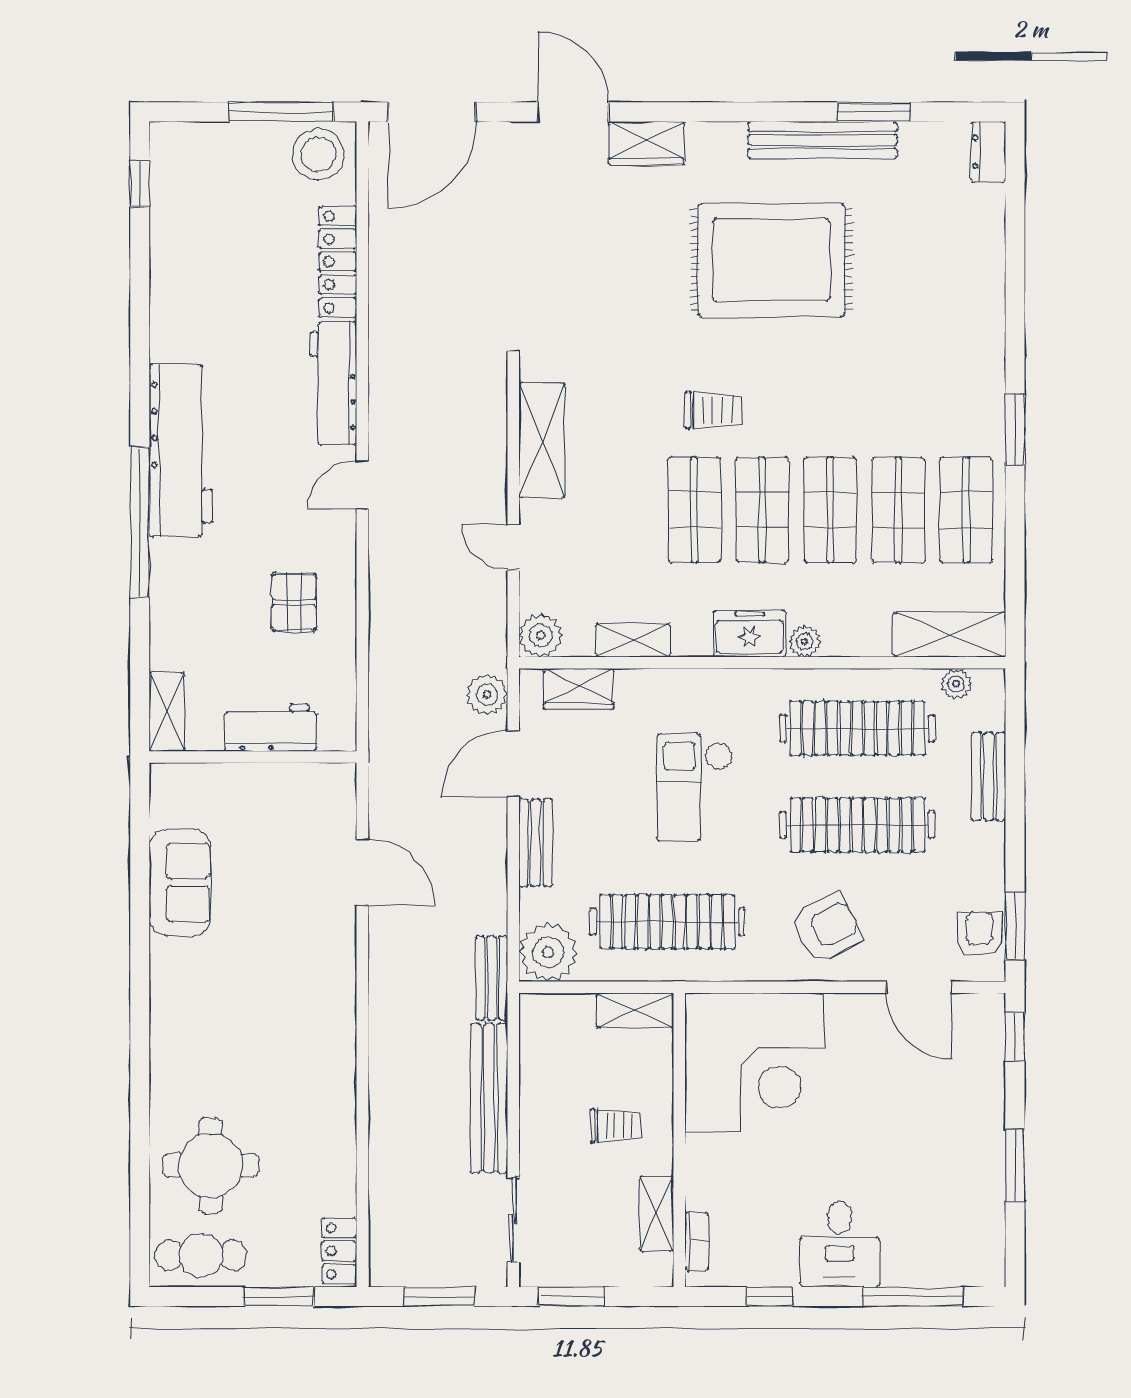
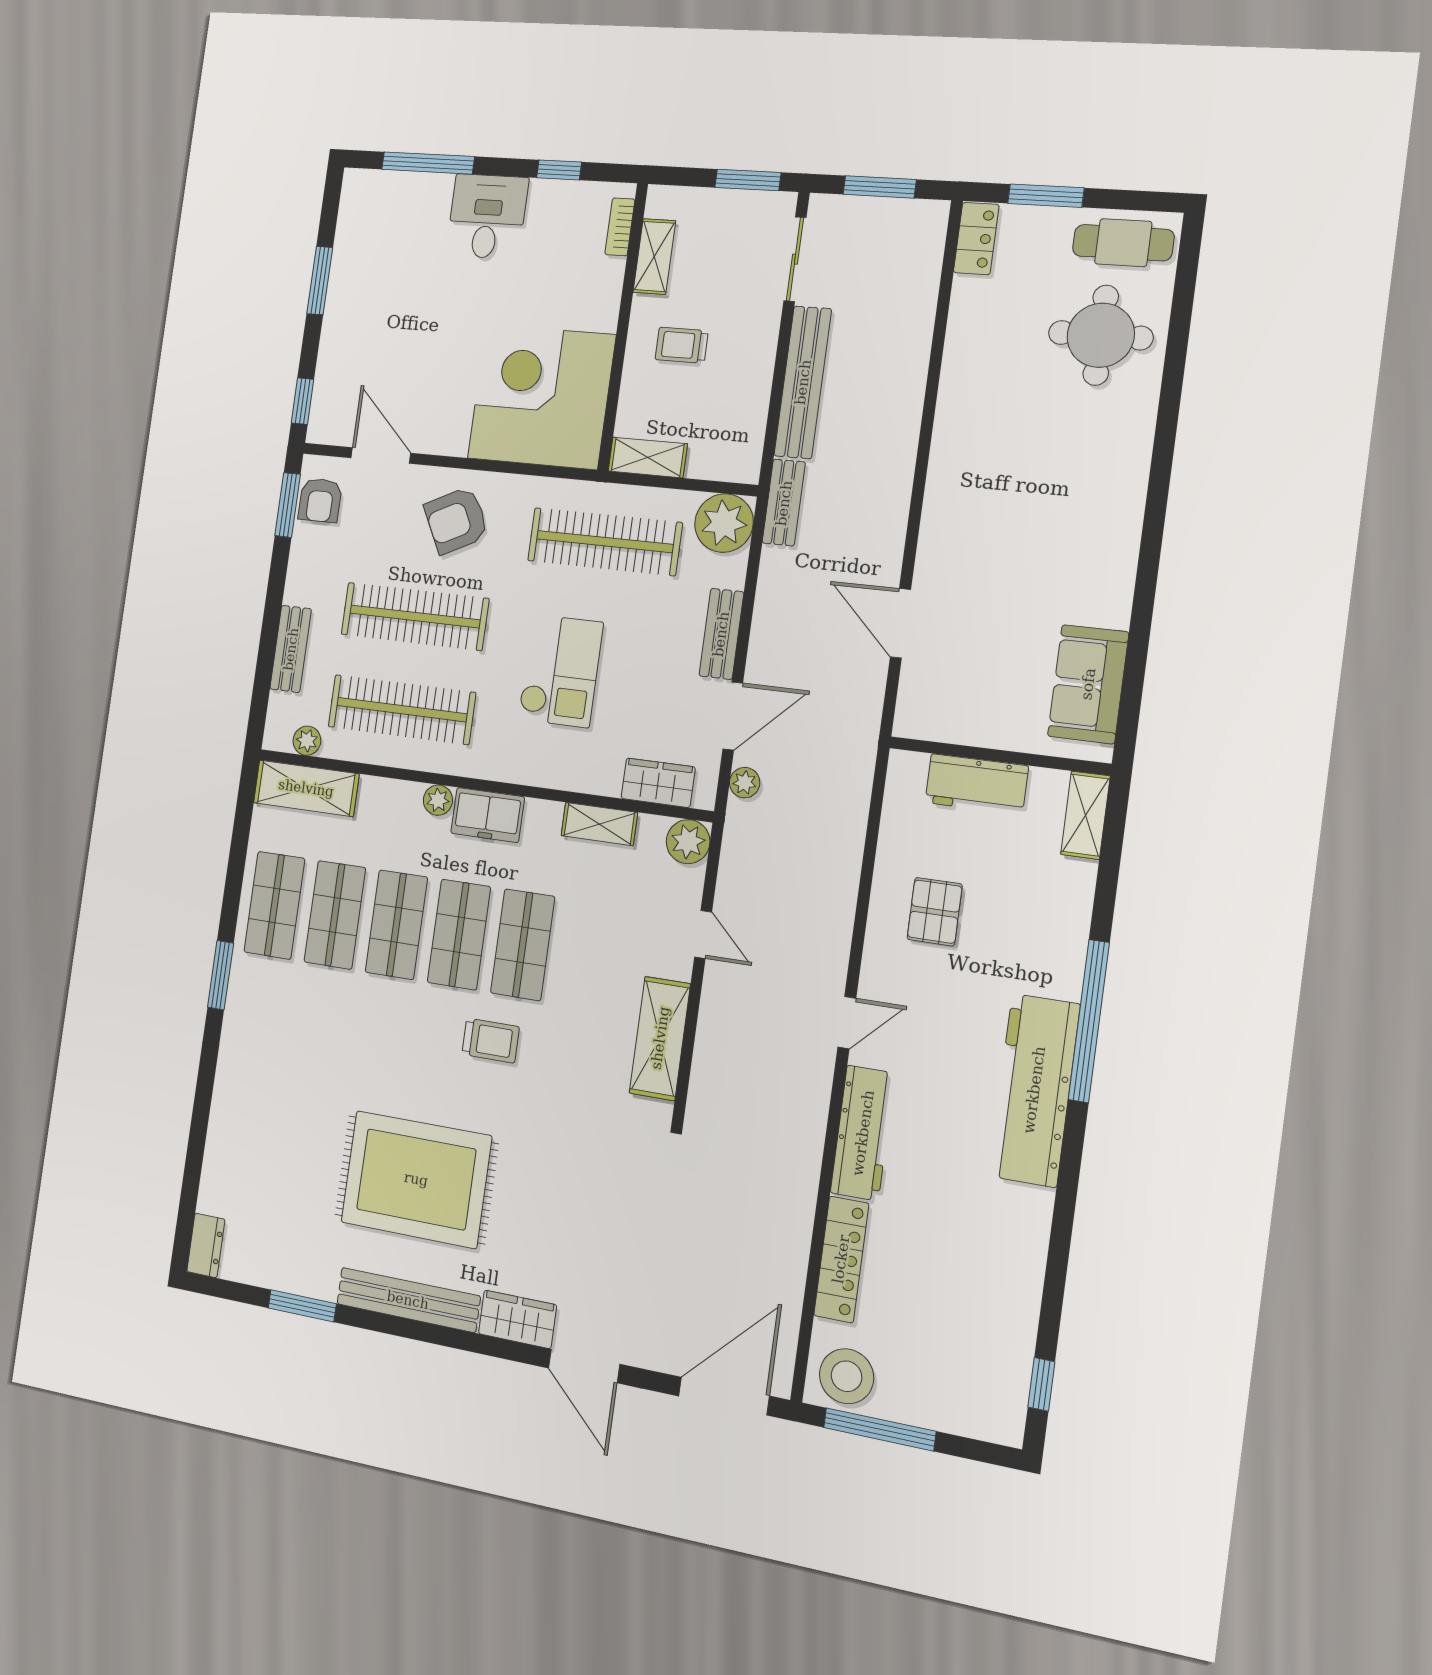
bench: (822, 140) -> (408, 1300), moved
trolley: (714, 410) -> (491, 1041), turned 180
plant: (487, 695) -> (745, 783), width x0.73, depth x0.73
sofa: (180, 883) -> (1088, 684), moved

